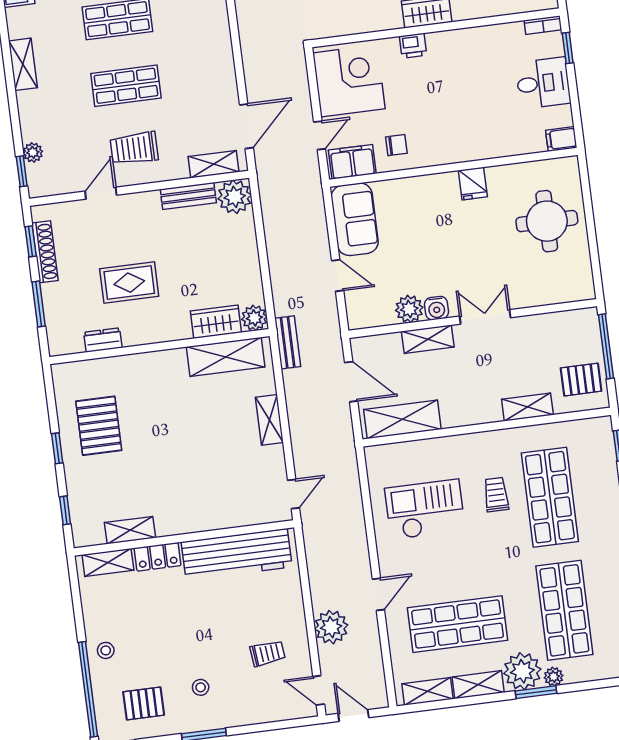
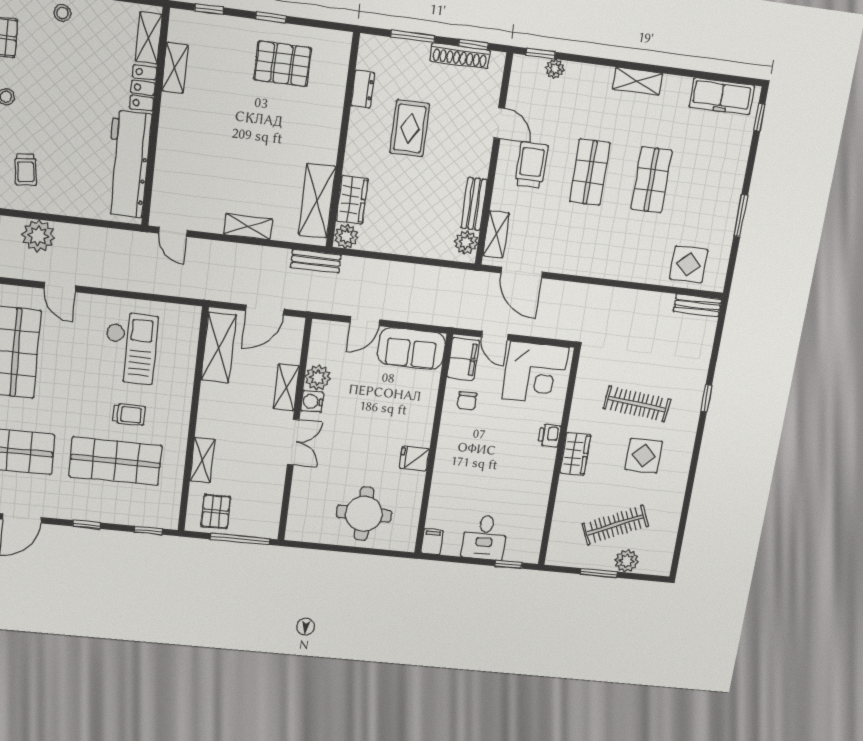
bookcase: (543, 25) -> (534, 548), removed
plant: (235, 197) -> (466, 242), width x0.73, depth x0.73

